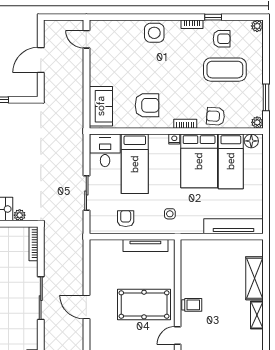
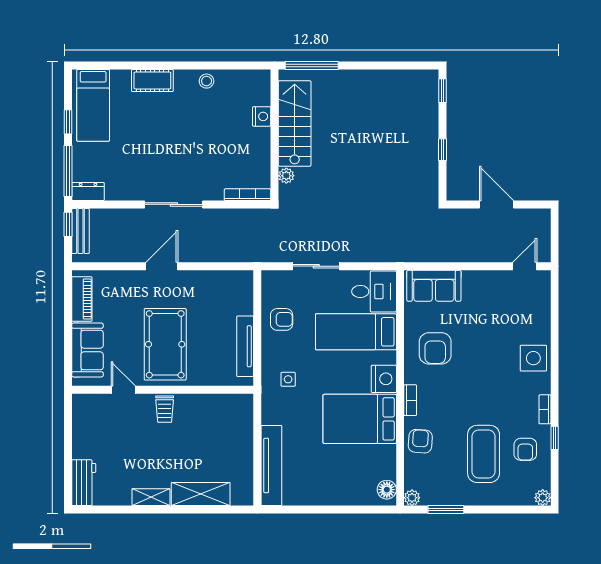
nightstand: (174, 139) -> (384, 379), width x1.89, depth x1.79
bed: (231, 161) -> (359, 462), removed

